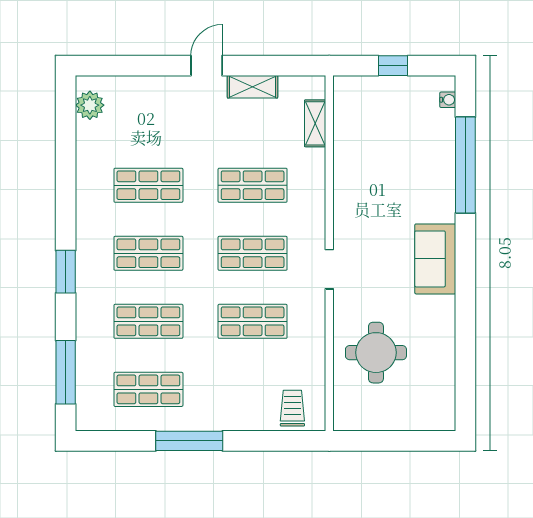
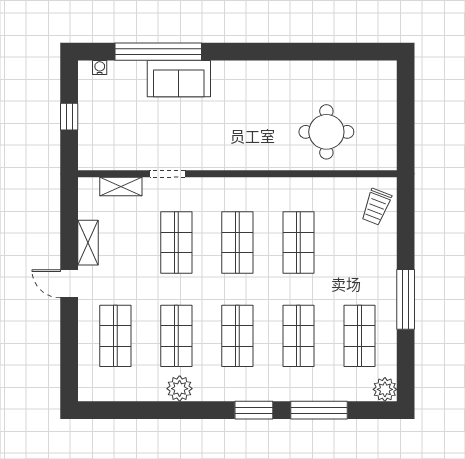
plant: (90, 105) -> (180, 389), moved
shop shelf: (148, 117) -> (115, 336), added
sofa: (435, 259) -> (179, 79), moved
doorway: (329, 269) -> (167, 174), moved
window: (66, 372) -> (319, 410), moved
trolley: (292, 408) -> (376, 207), turned -69
plant: (89, 418) -> (385, 389), added

